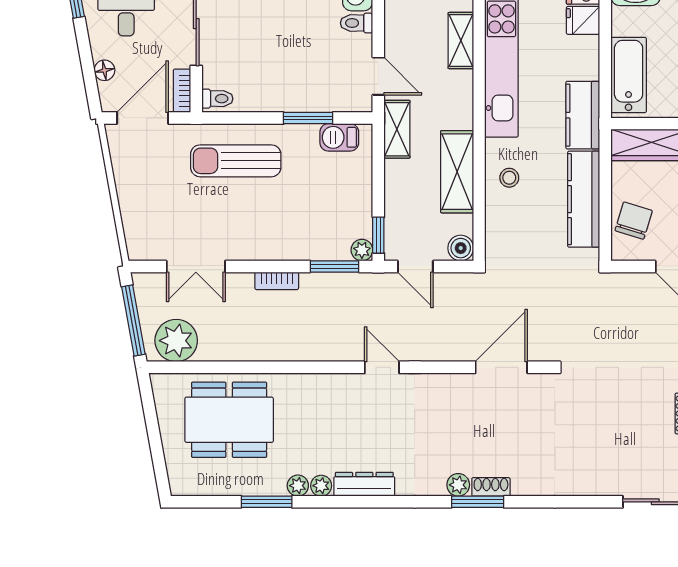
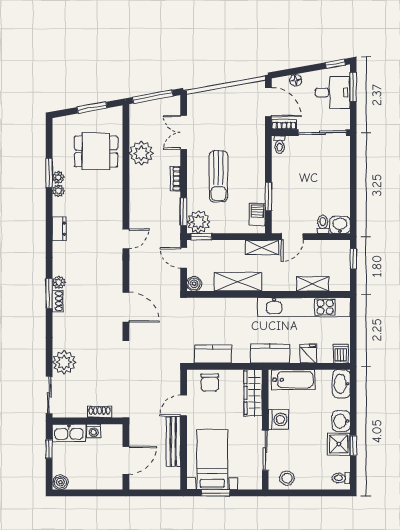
fridge: (583, 20) -> (308, 354), moved
sun lounger: (236, 161) -> (218, 176), moved, turned 180
stool: (509, 178) -> (234, 312), removed
kitchen counter: (584, 199) -> (213, 354), width x0.67
chair: (634, 221) -> (210, 383), turned 73
plant: (362, 250) -> (198, 222), width x1.87, depth x1.87
door: (415, 266) -> (184, 258), hinge flipped
plant: (176, 341) -> (141, 153), moved
dining table: (229, 420) -> (96, 151), width x0.73
window: (152, 427) -> (92, 108), added
plant: (598, 475) -> (64, 362), added
dresser: (364, 484) -> (59, 229), width x0.70
plant: (321, 486) -> (58, 177), moved

